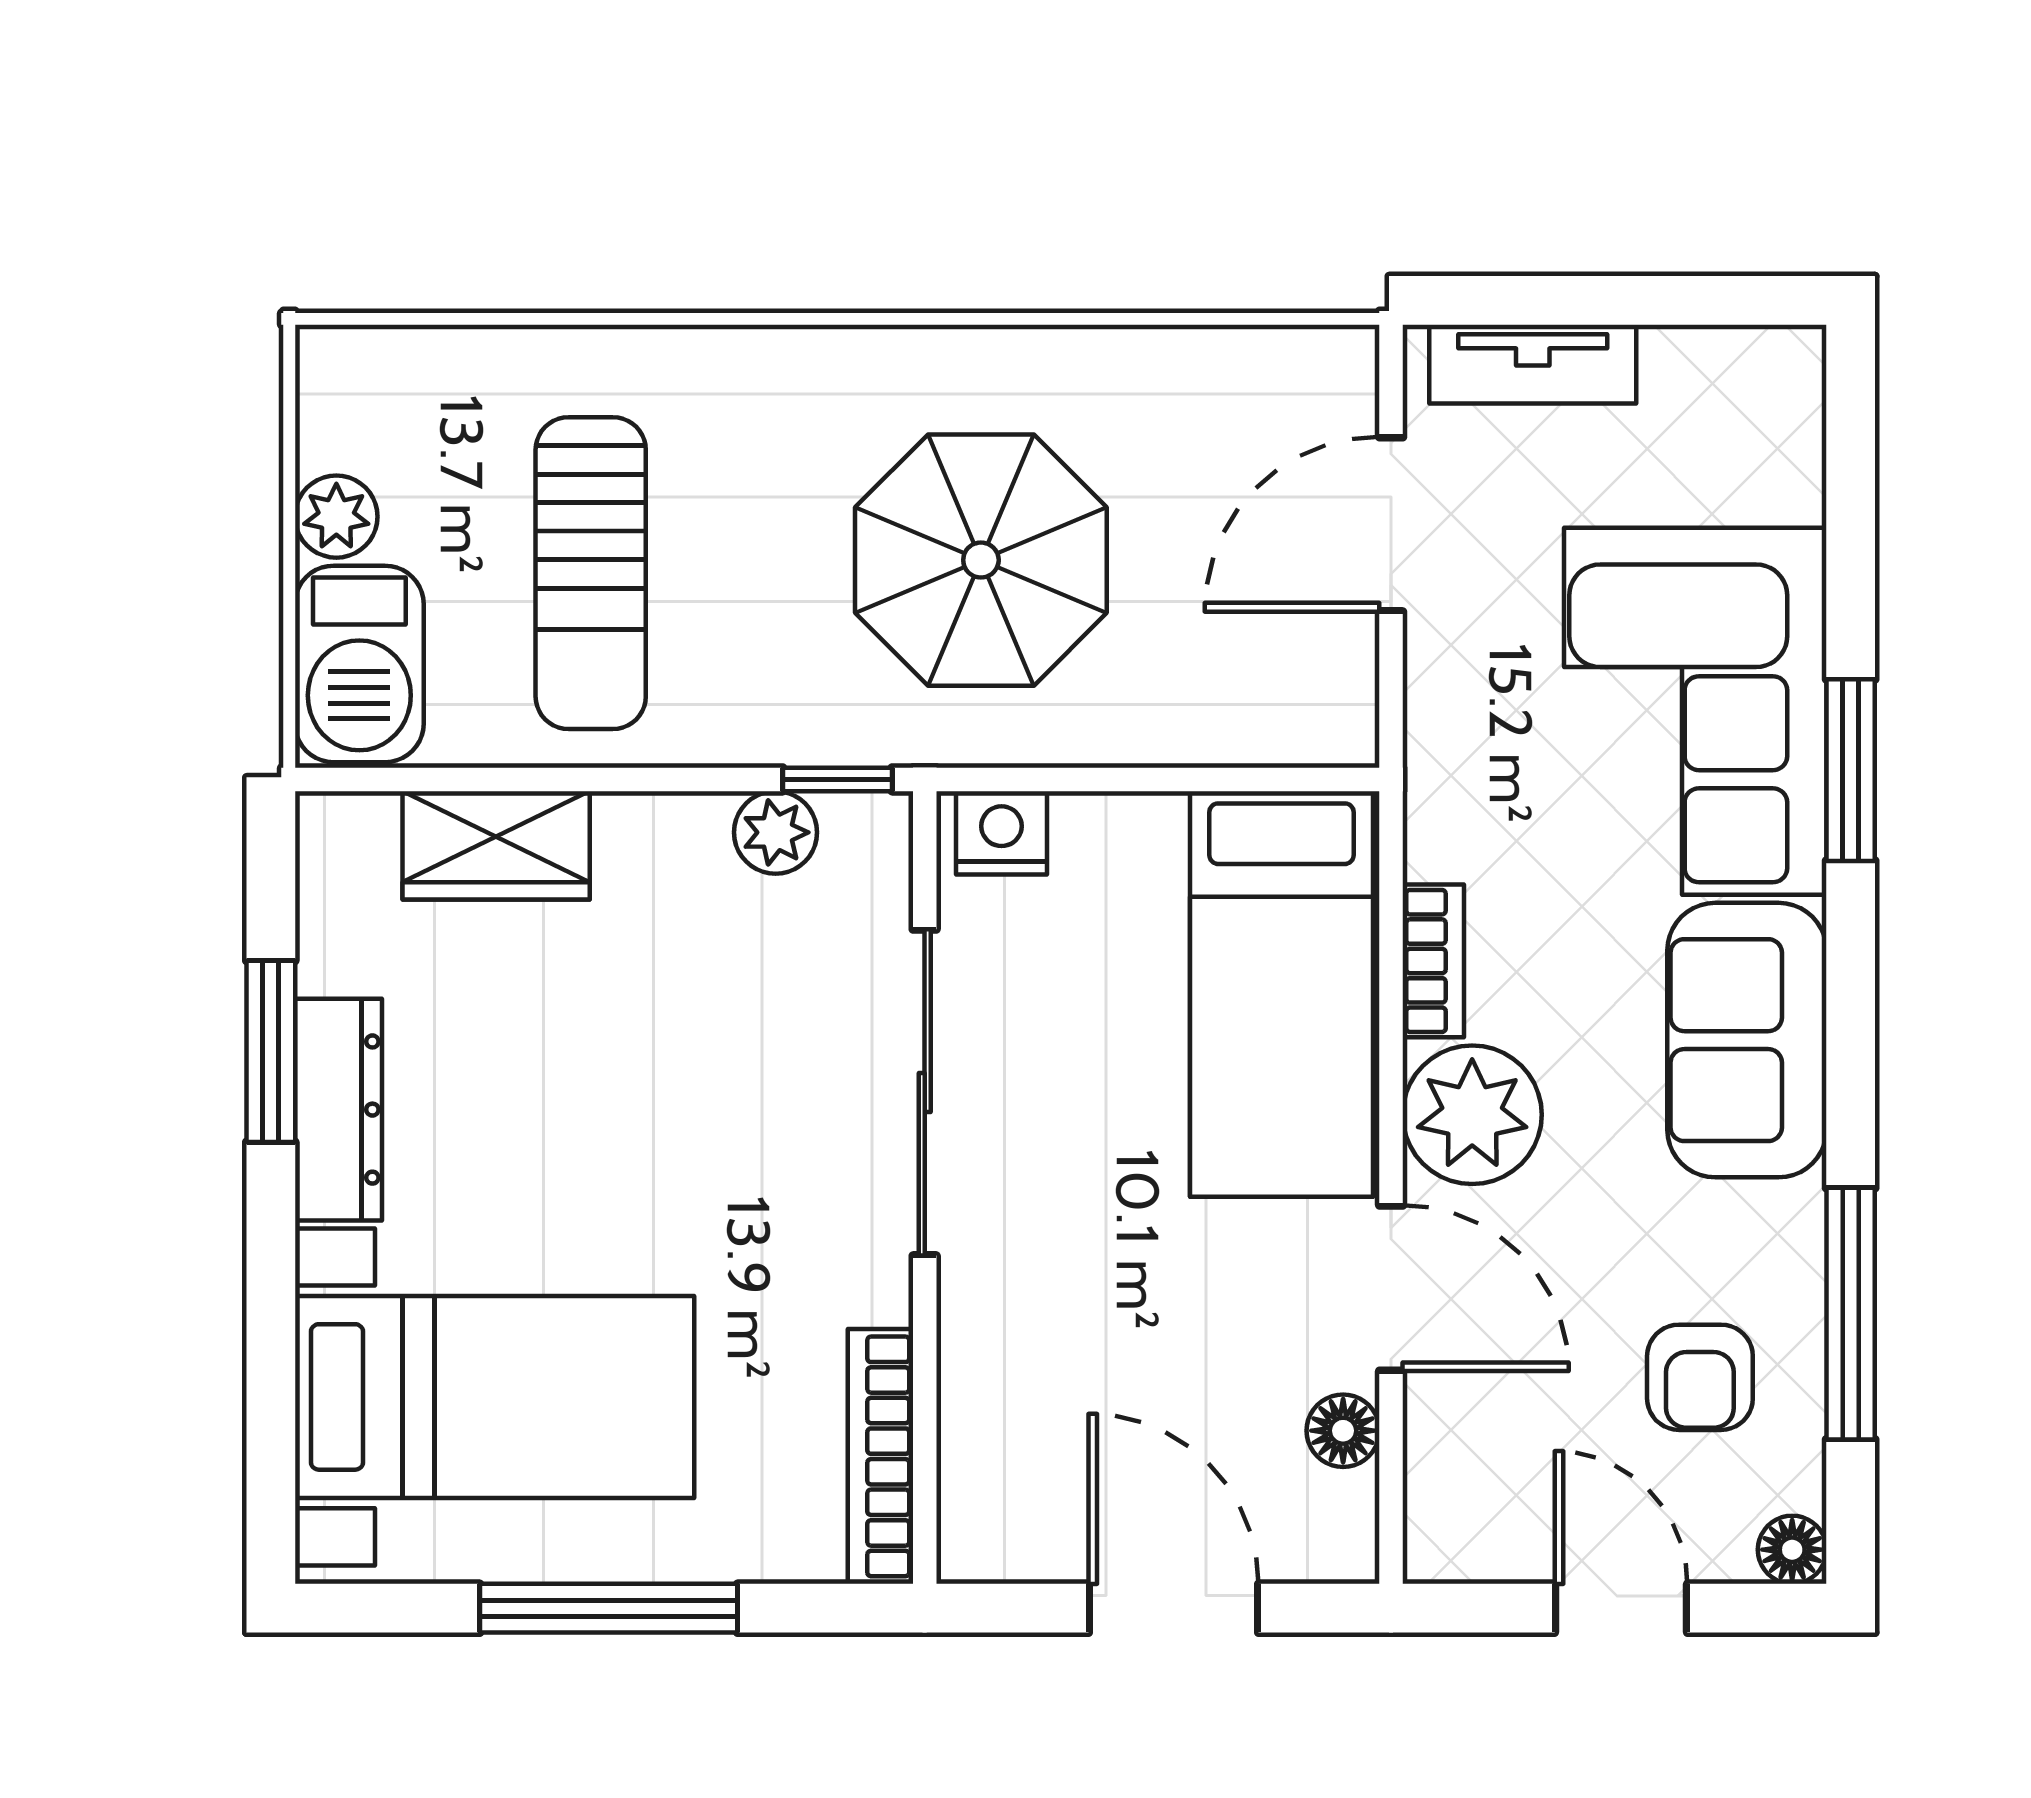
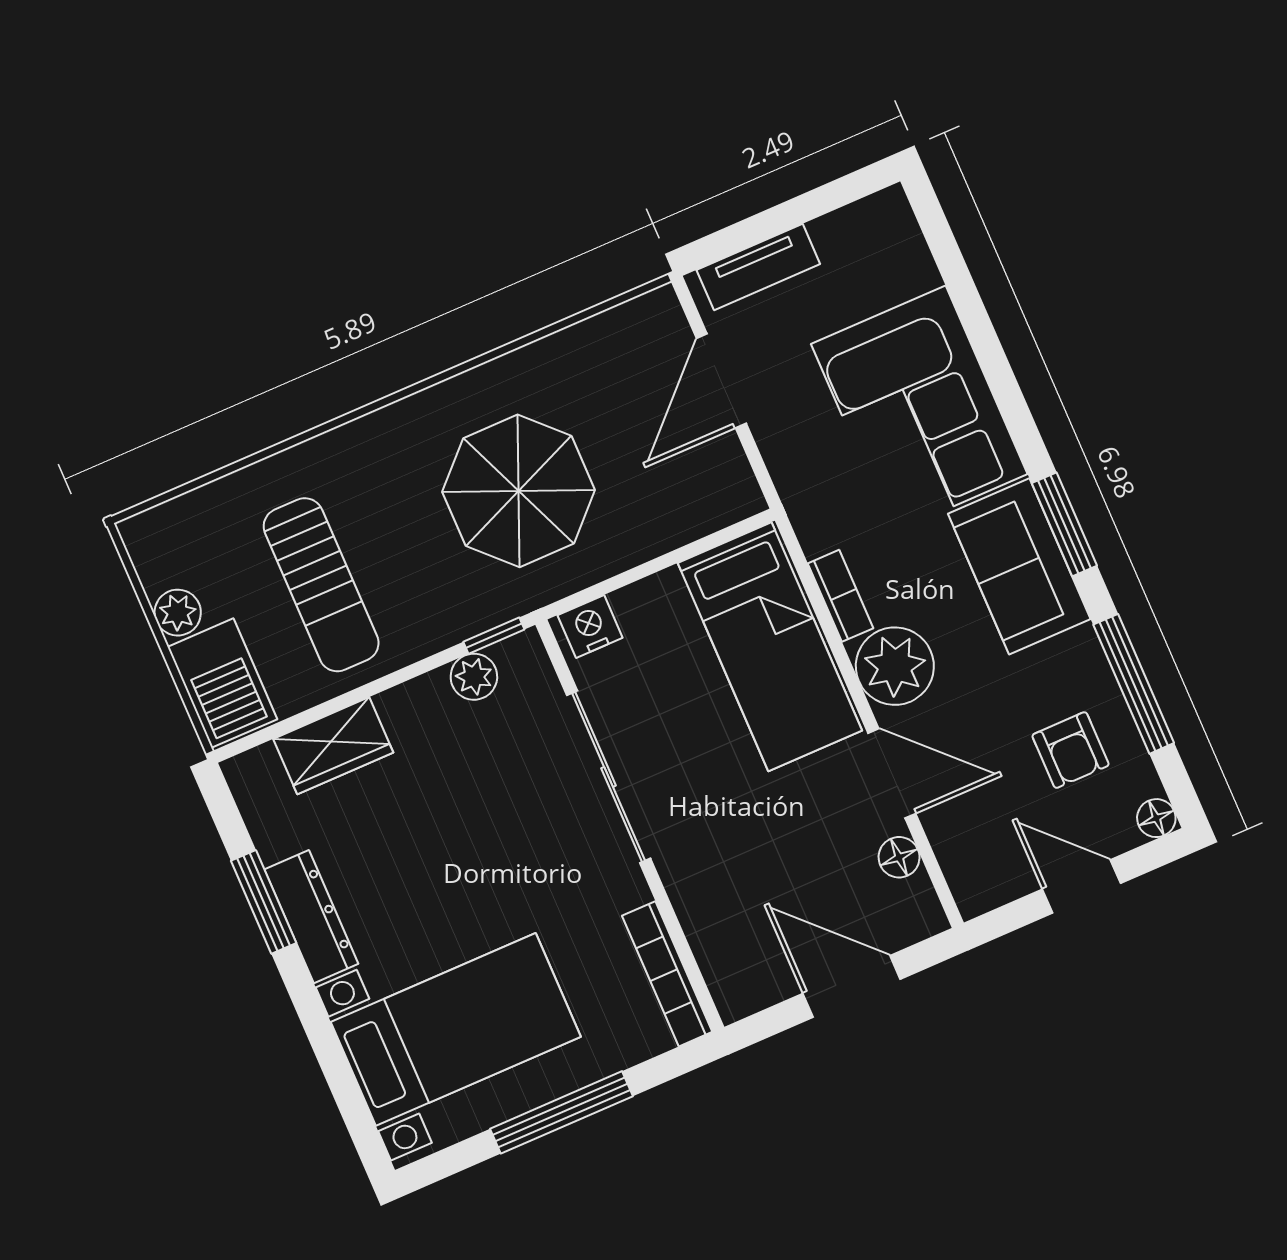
window: (1851, 770) -> (1064, 524), moved

